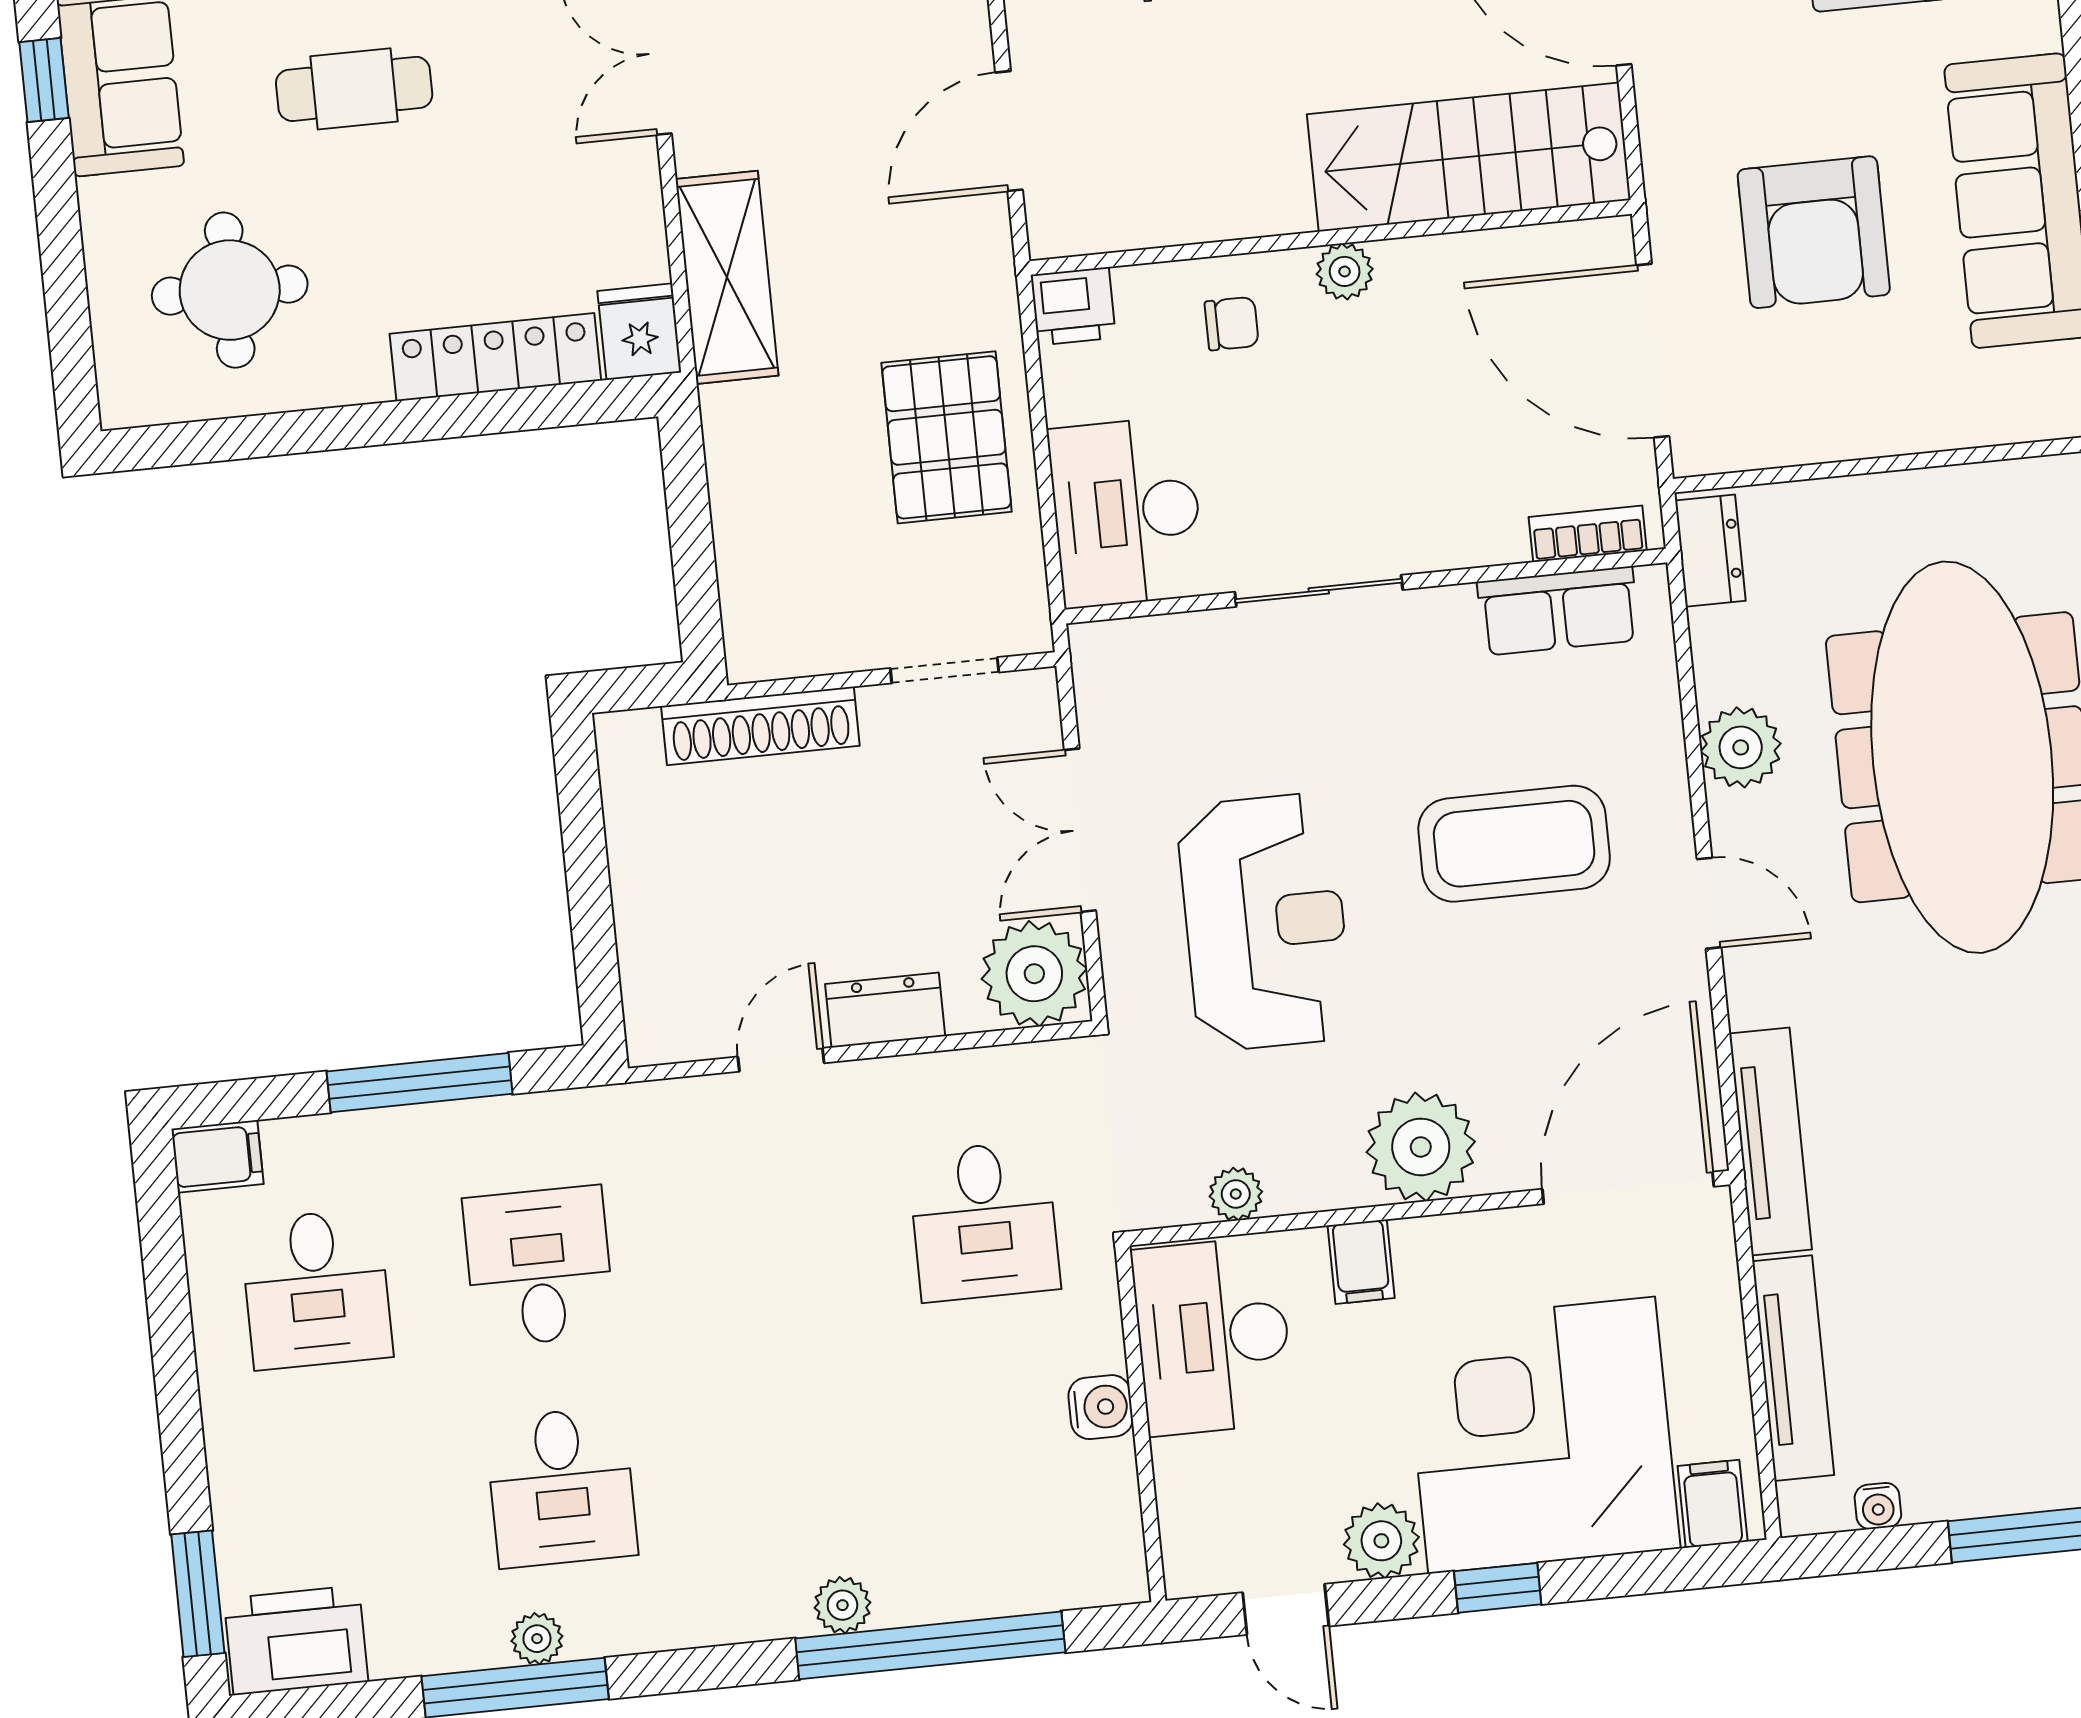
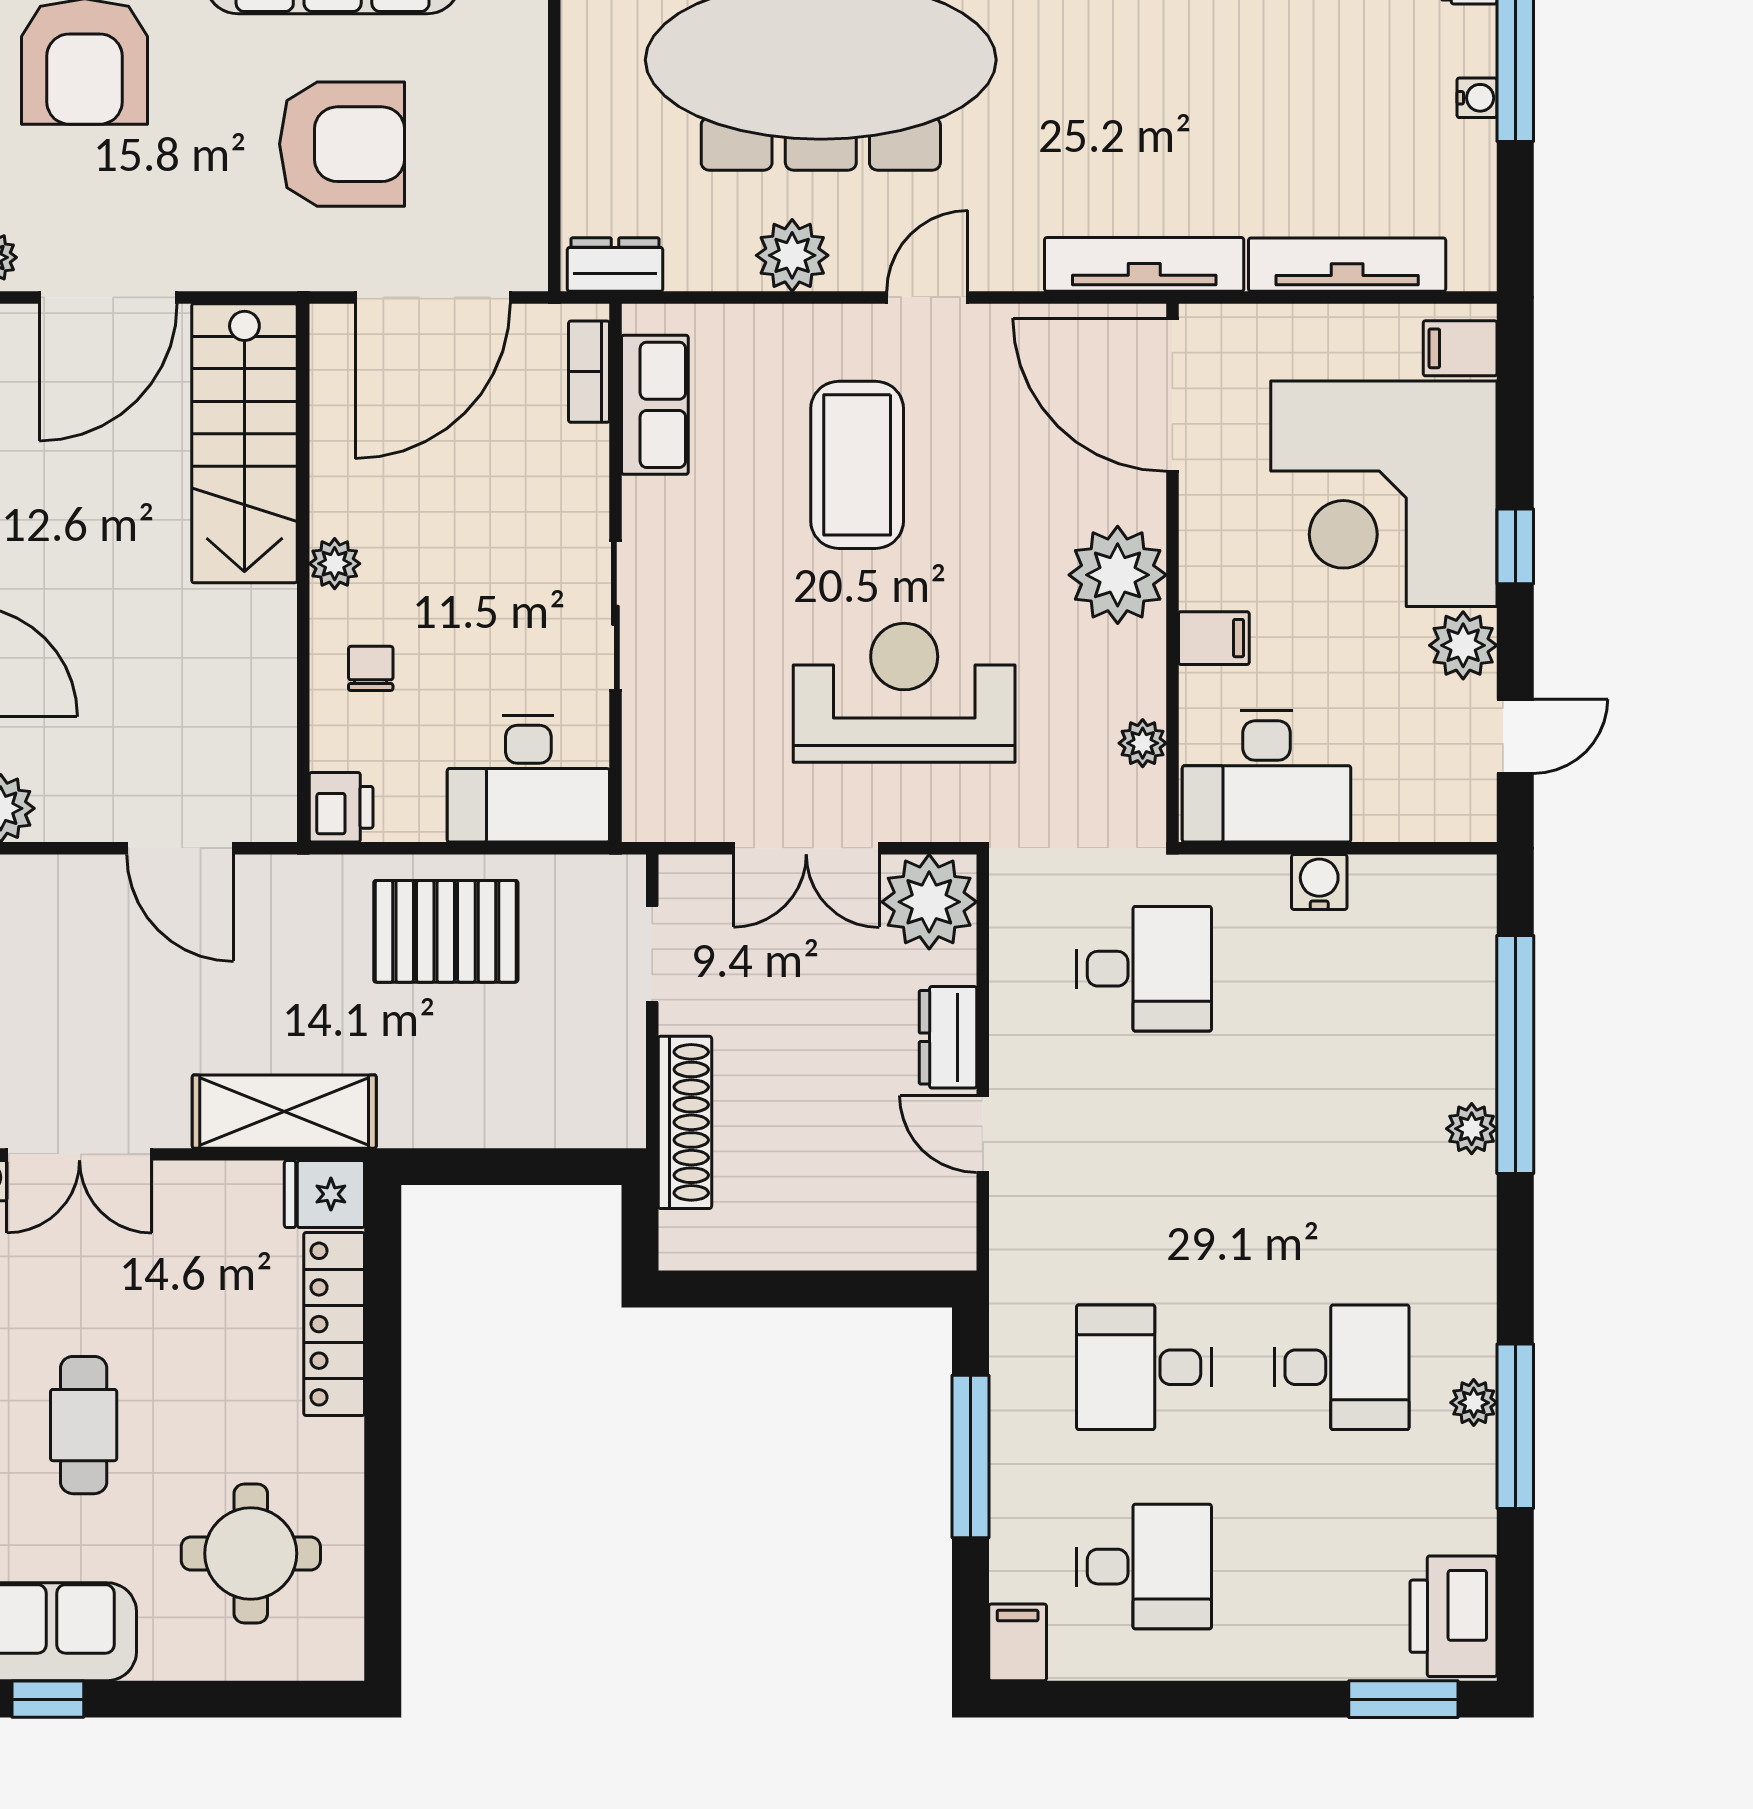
water cooler: (1878, 1506) -> (1477, 98), moved

